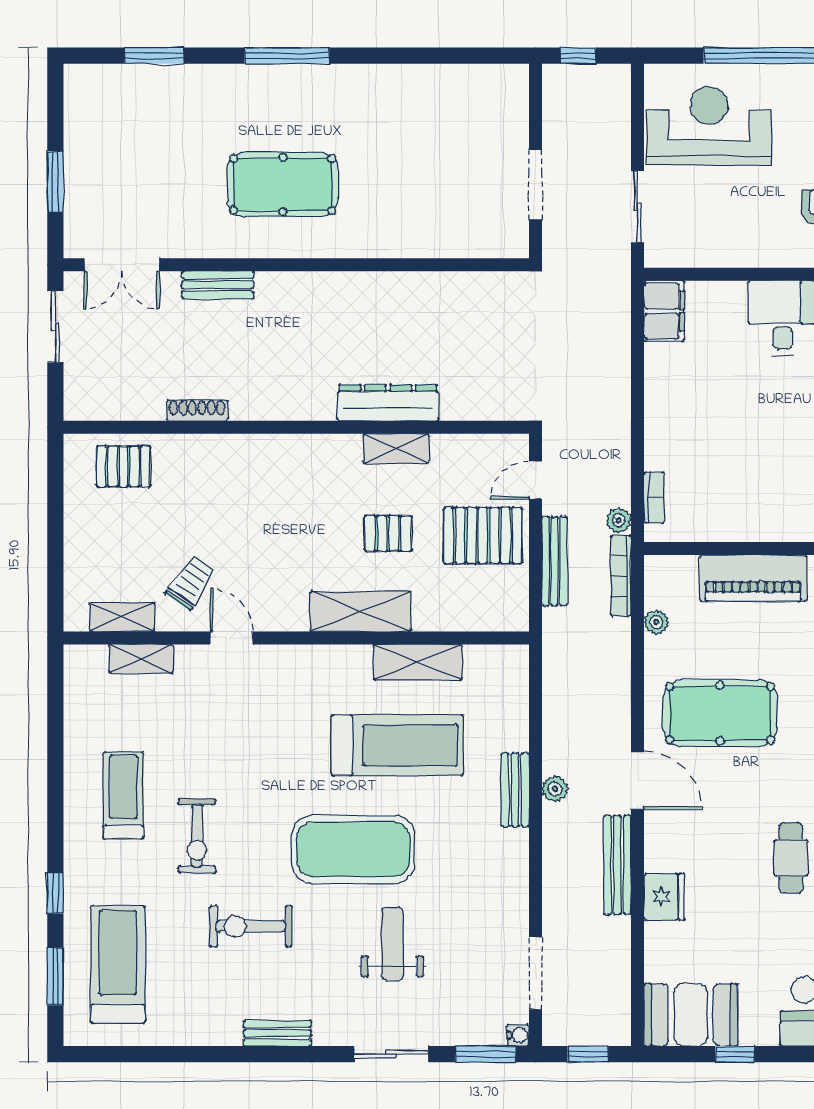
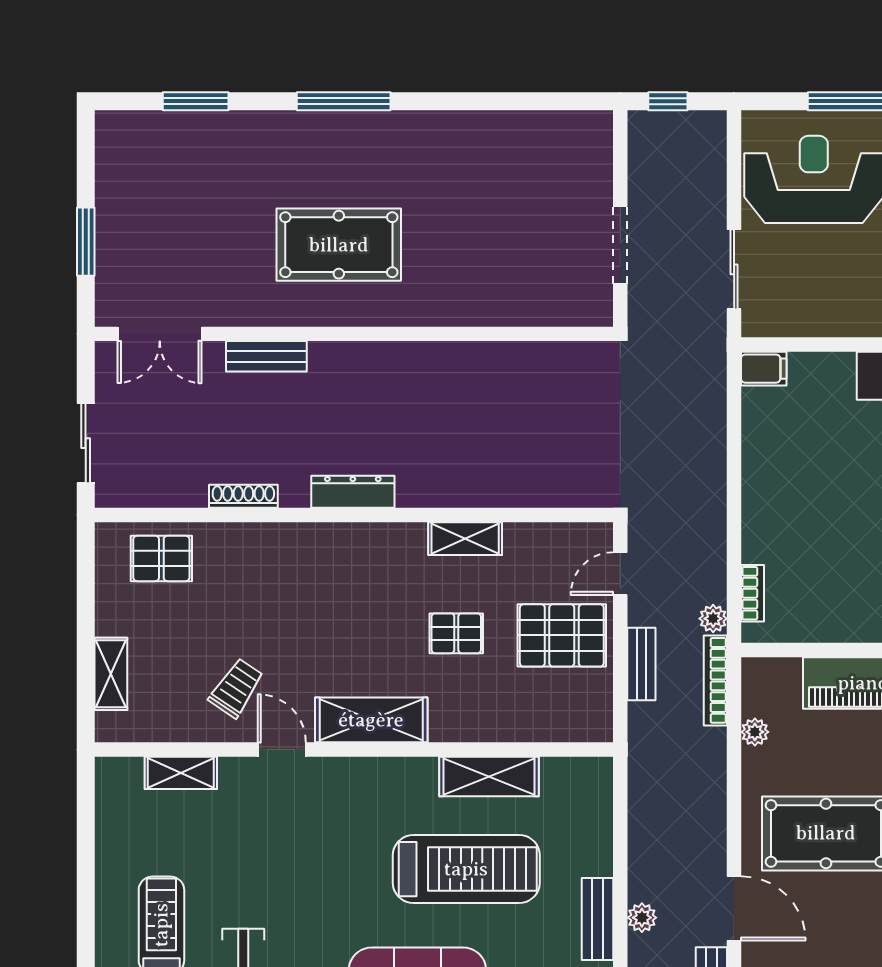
filing cabinet: (664, 311) -> (764, 369), width x0.50
sliding door: (55, 327) -> (86, 443), moved
dresser: (388, 403) -> (353, 492), moved, width x0.73, depth x0.80
bench: (554, 561) -> (641, 664), width x0.73
shelving: (360, 611) -> (371, 720), moved
shelving: (122, 617) -> (111, 674), moved, turned 90

